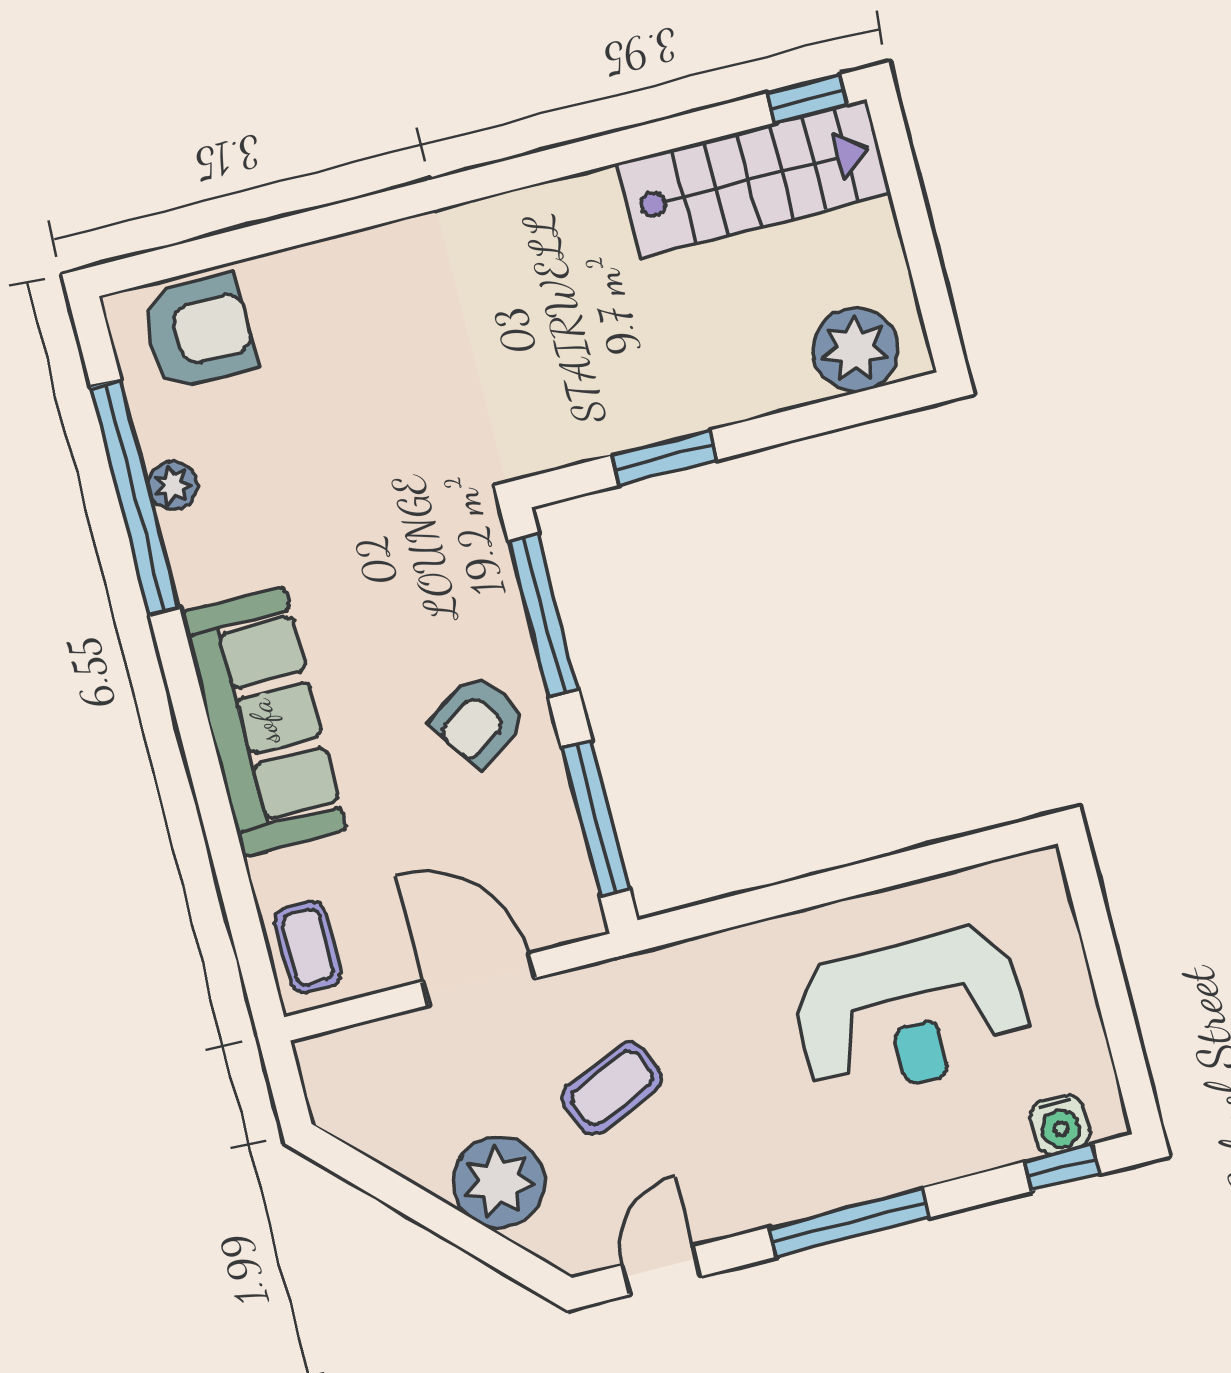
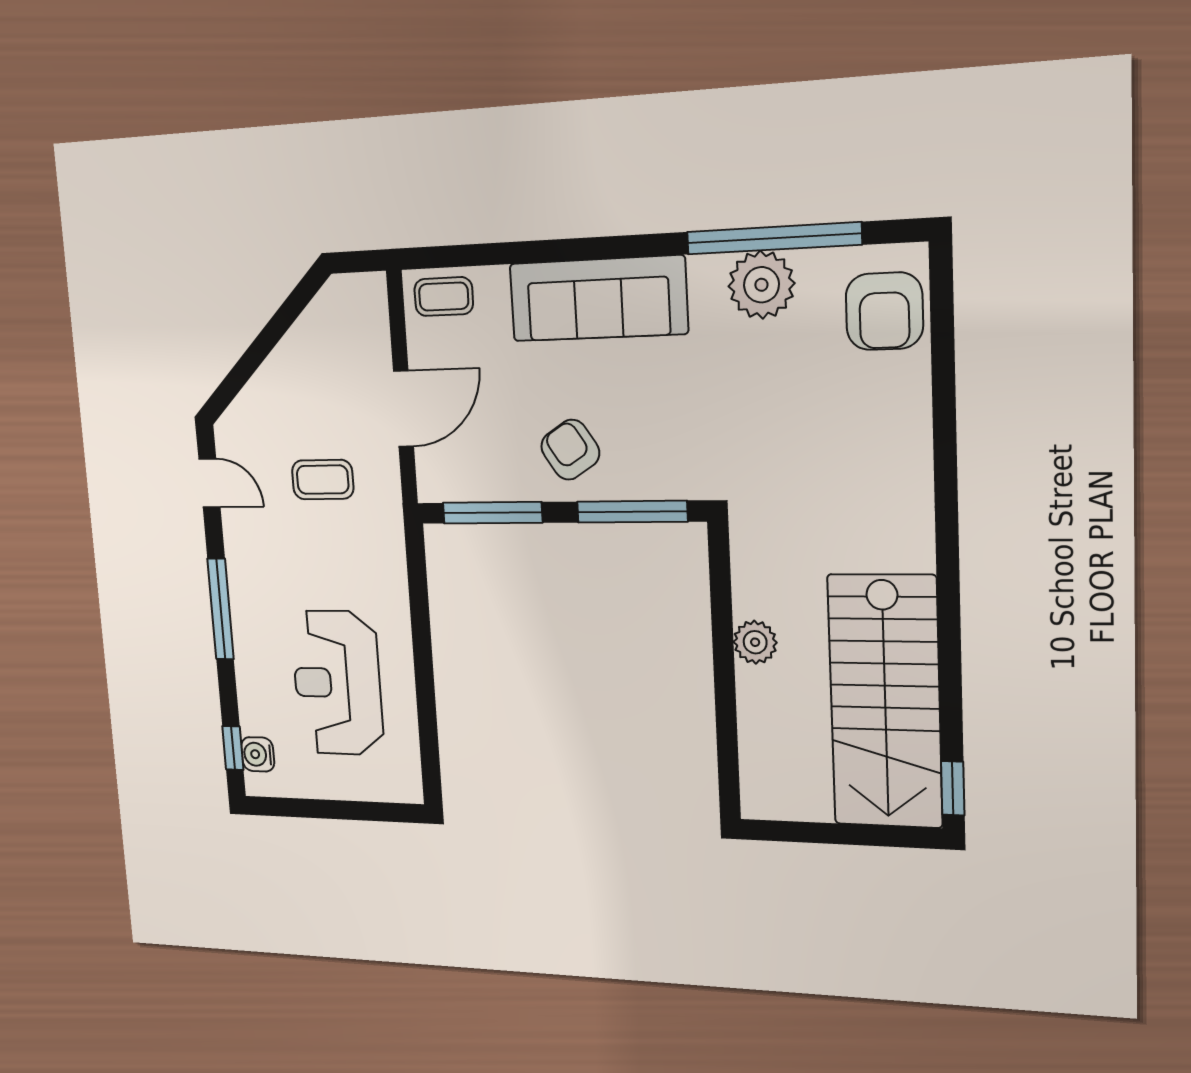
stairs: (753, 178) -> (885, 701), width x1.36, depth x1.51
plant: (855, 350) -> (755, 642), moved, width x0.73, depth x0.73
window: (664, 458) -> (722, 622), removed
plant: (173, 485) -> (761, 285), width x1.87, depth x1.87
coffee table: (612, 1088) -> (323, 480), turned -66
plant: (499, 1182) -> (277, 391), removed

